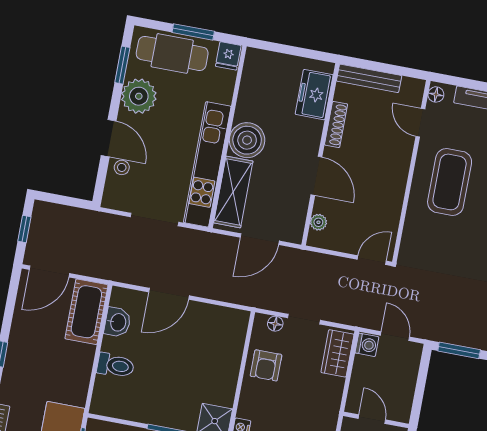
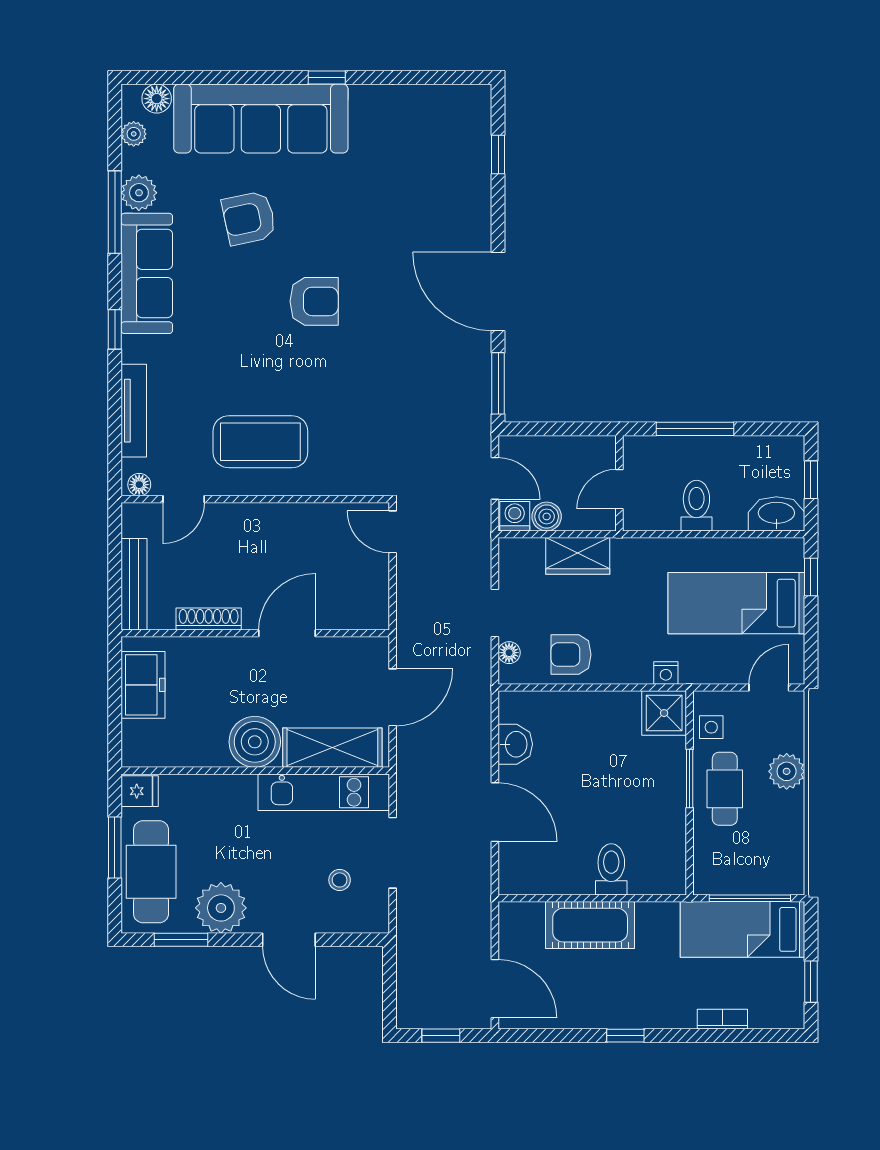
freezer: (314, 95) -> (143, 685), moved, turned -90
door: (109, 138) -> (289, 940), swing flipped
kitchen unit: (207, 164) -> (324, 792), width x0.73
stool: (122, 167) -> (340, 880), moved
plant: (318, 222) -> (353, 618), removed
door: (260, 239) -> (393, 697), hinge flipped
cot: (86, 312) -> (590, 925), moved
washbasin: (118, 322) -> (515, 744), moved, turned 90
door: (395, 336) -> (495, 478), swing flipped
wardrobe: (337, 353) -> (578, 556), moved
armchair: (266, 365) -> (571, 655), turned 180
boiler: (363, 366) -> (547, 516), added

